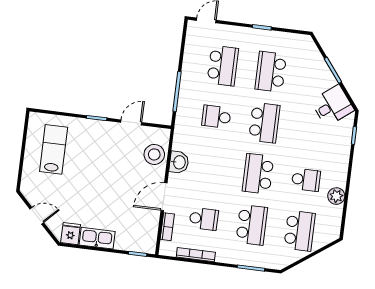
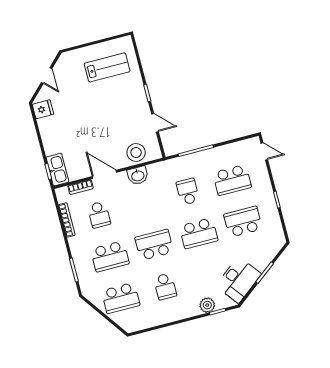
desk: (332, 106) -> (238, 280), width x1.37
plant: (336, 196) -> (207, 305), moved
kitchen sink: (97, 238) -> (57, 170), moved

